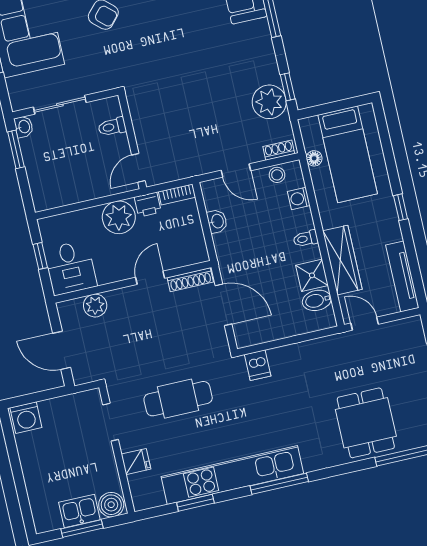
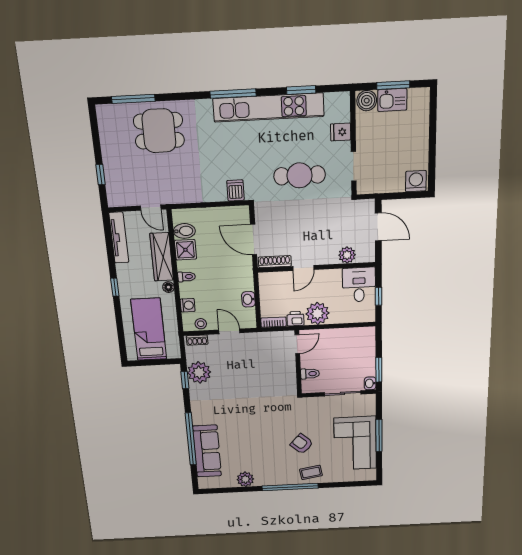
floor lamp: (314, 158) -> (168, 287), moved
dining table: (366, 423) -> (159, 131), turned 90

